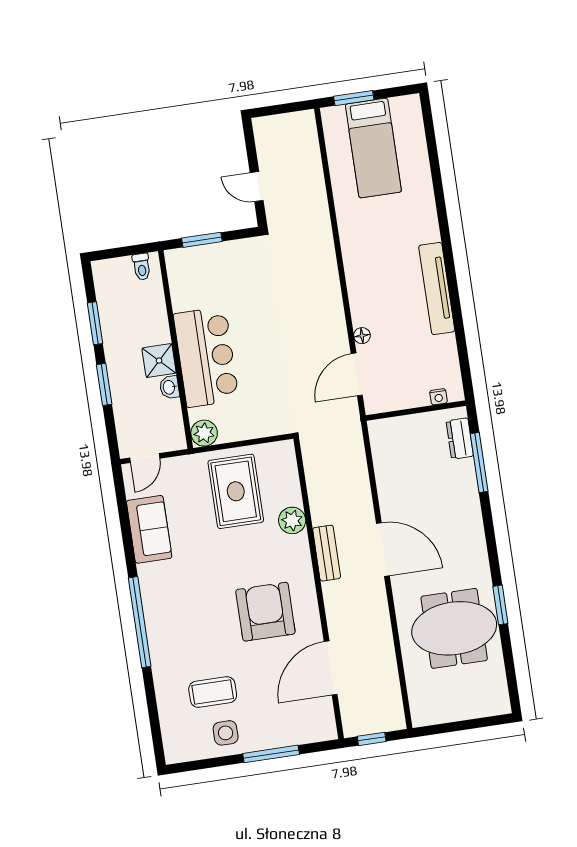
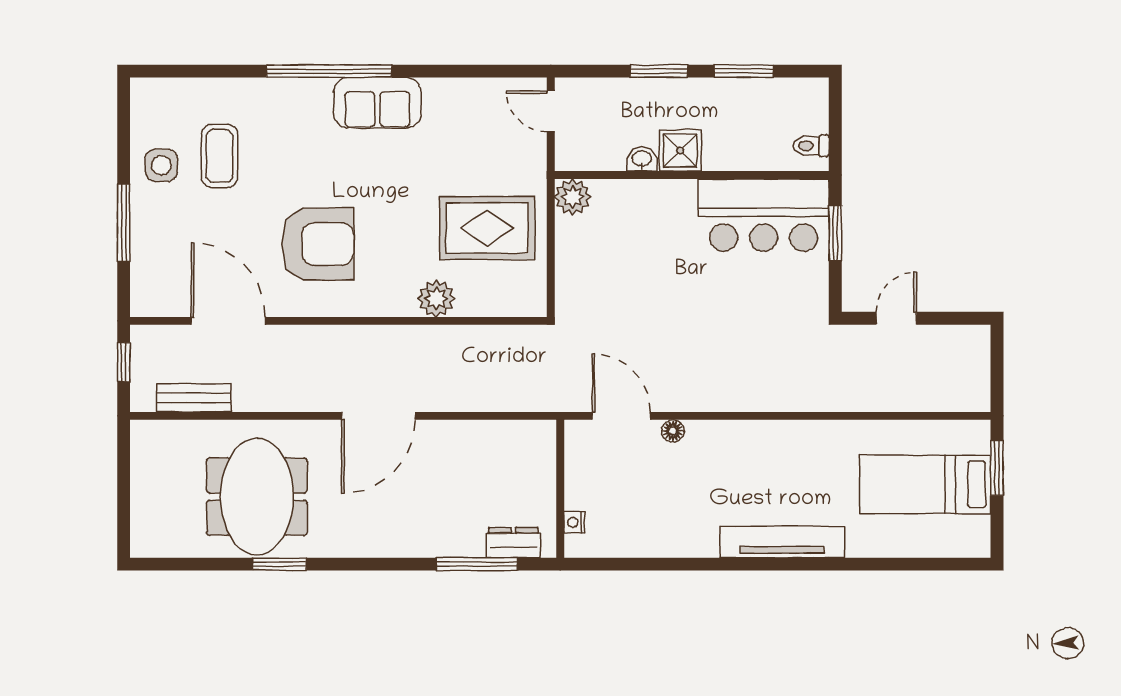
tv unit: (437, 288) -> (782, 542), moved
bar counter: (206, 357) -> (764, 215), moved
sofa: (149, 529) -> (377, 103), moved
bench: (327, 553) -> (194, 398), moved

